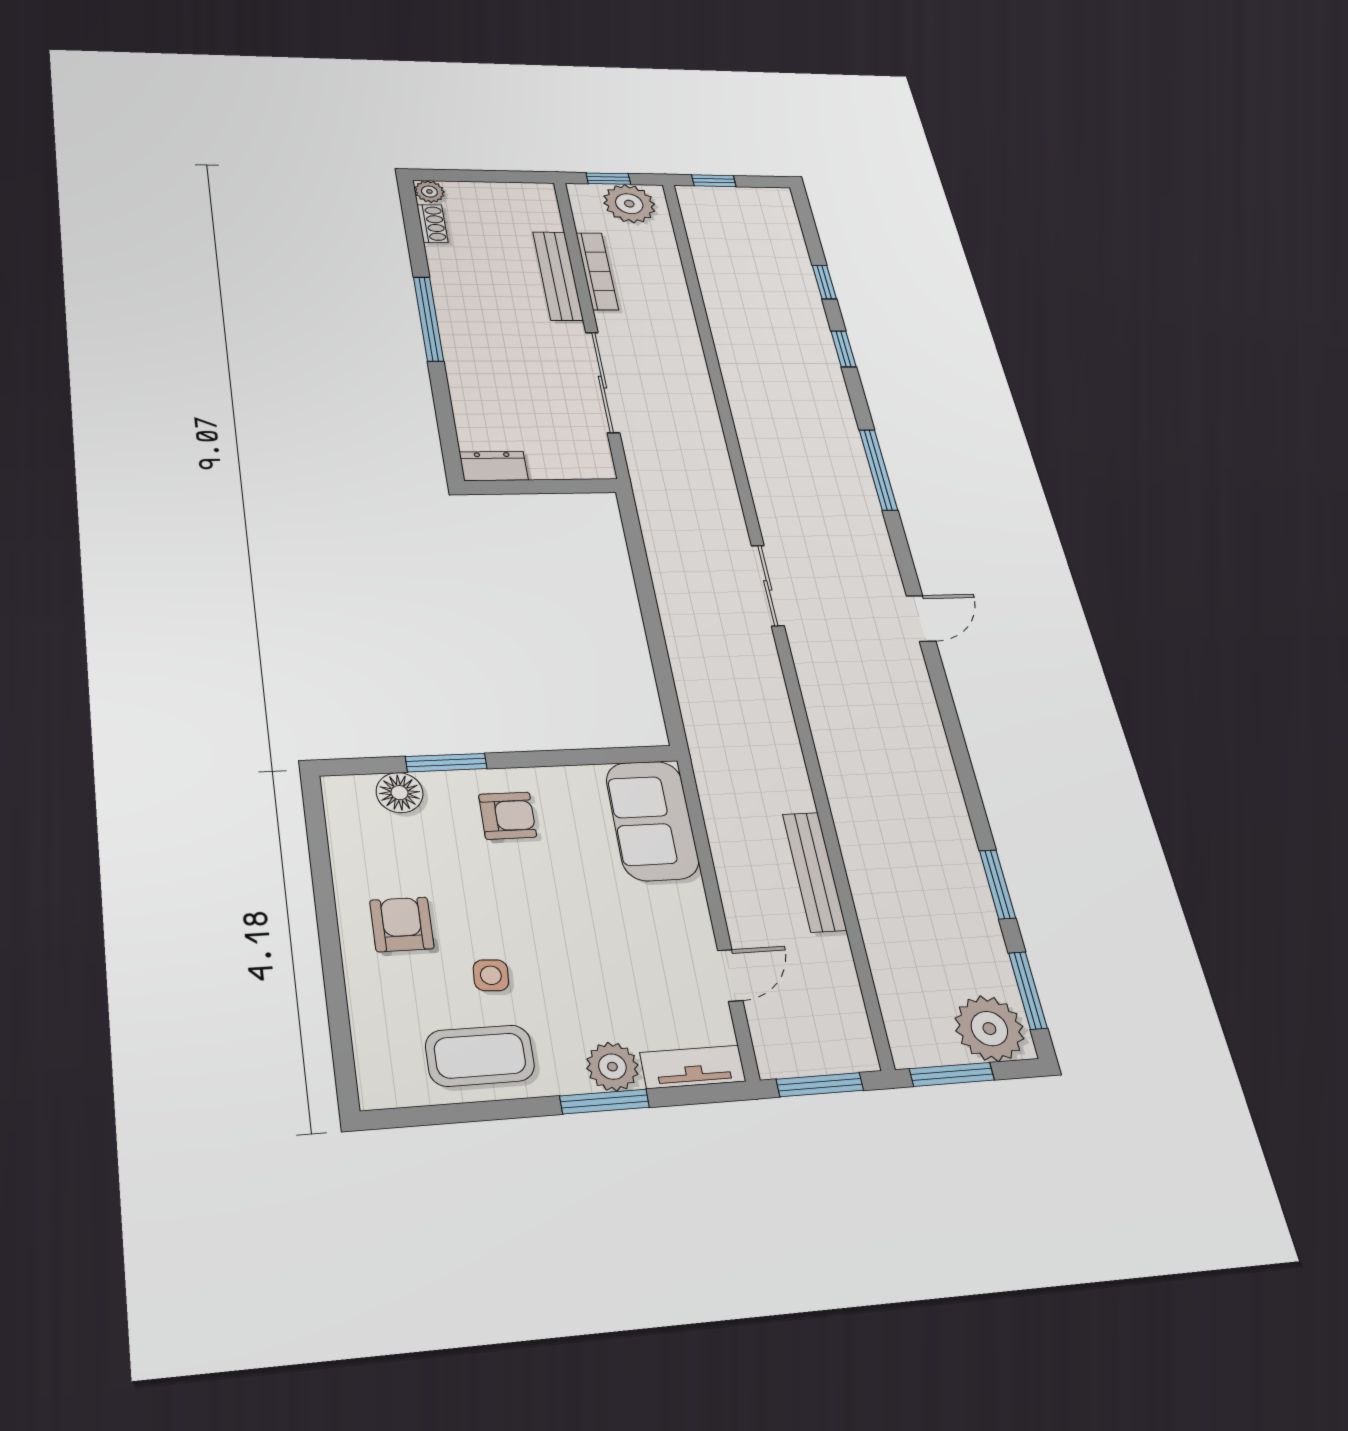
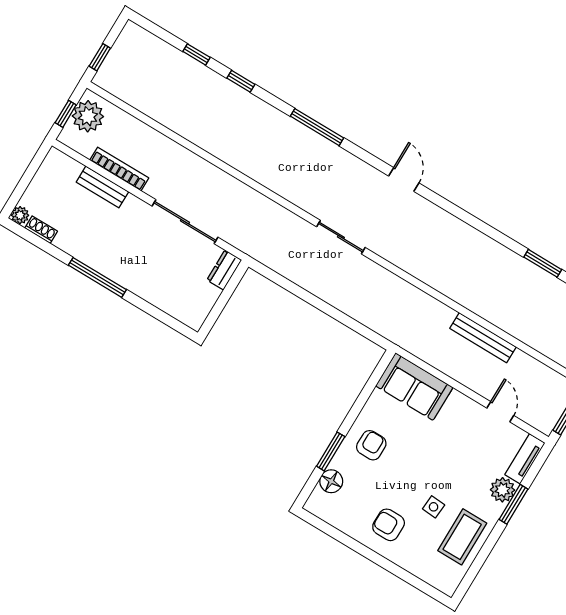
bench: (558, 276) -> (102, 187), width x0.73
dresser: (494, 466) -> (224, 270), moved

